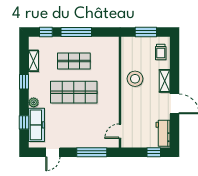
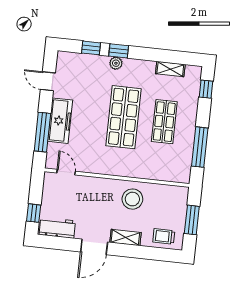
window: (76, 32) -> (200, 147), moved
window: (24, 82) -> (119, 51), moved
freezer: (36, 125) -> (60, 121), moved, turned -90

